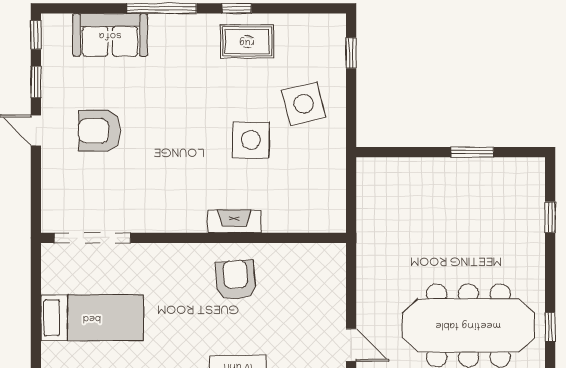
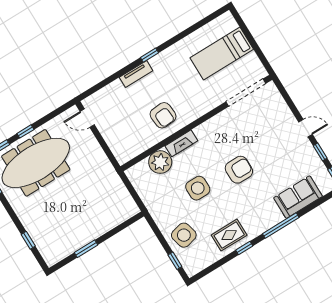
side table: (304, 104) -> (184, 235), moved
armchair: (99, 131) -> (239, 170), moved
plant: (283, 213) -> (160, 162), added

